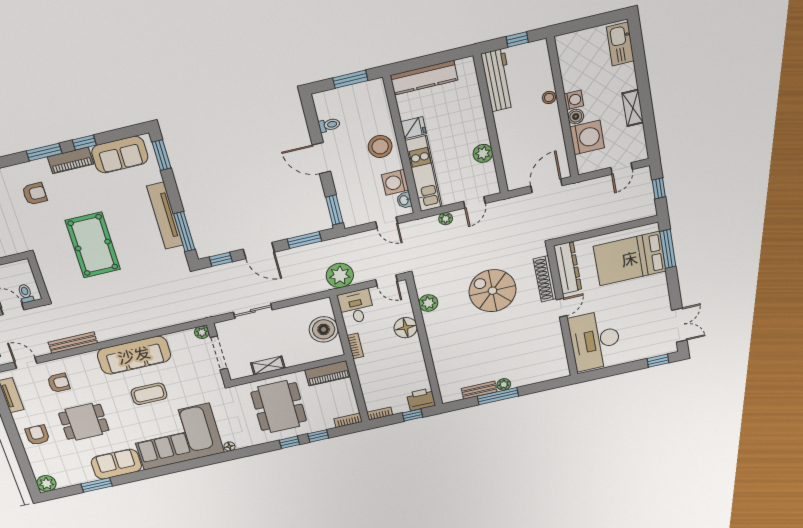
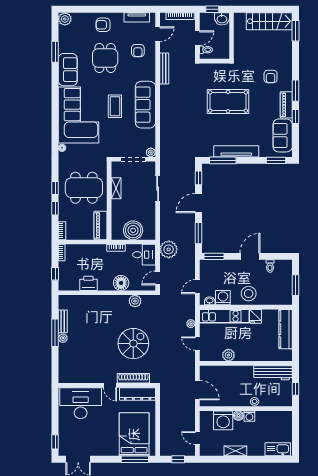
printer: (421, 399) -> (88, 283), moved, turned -90
armchair: (37, 435) -> (103, 25), turned 180

